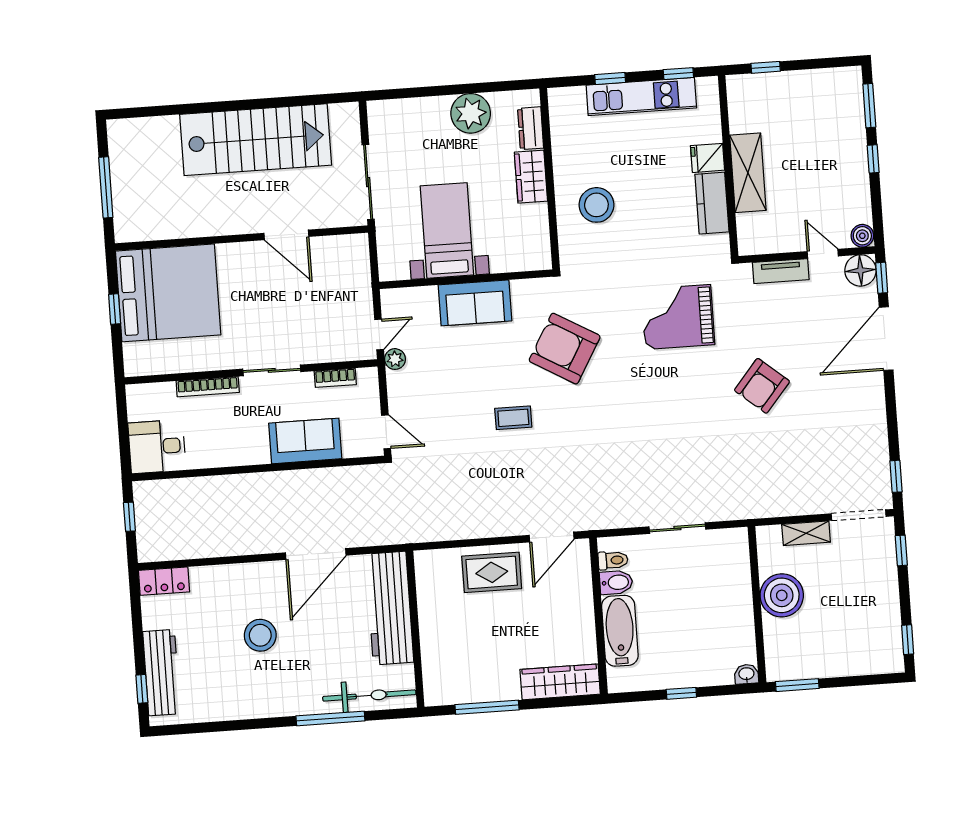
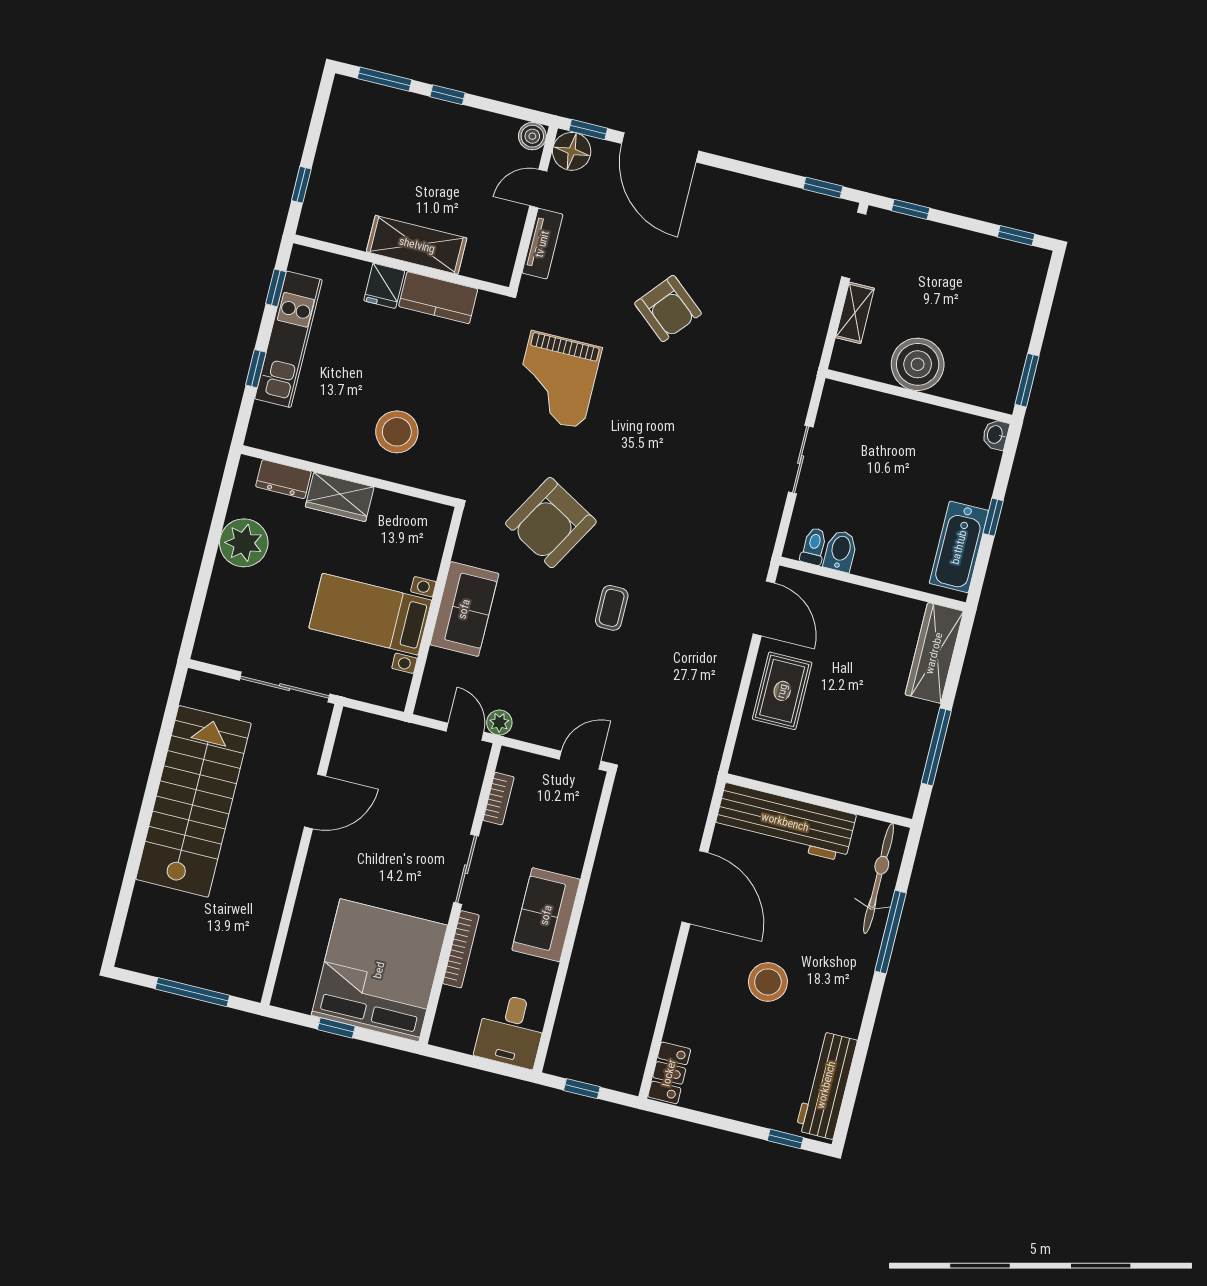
bed: (168, 293) -> (379, 970), moved
sofa: (305, 441) -> (546, 915), moved
bathtub: (620, 631) -> (959, 547), moved, turned -90
workbench: (162, 673) -> (826, 1085), moved, turned -90

